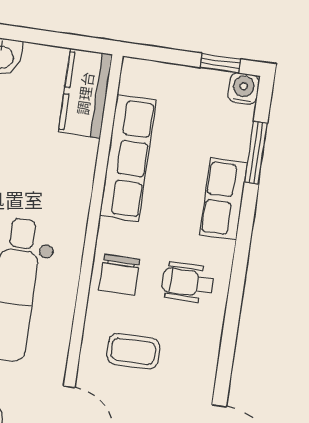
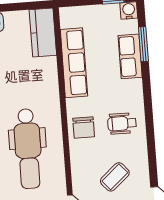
row of seats: (224, 199) -> (130, 56), moved
coffee table: (133, 351) -> (115, 177), moved, turned -41

